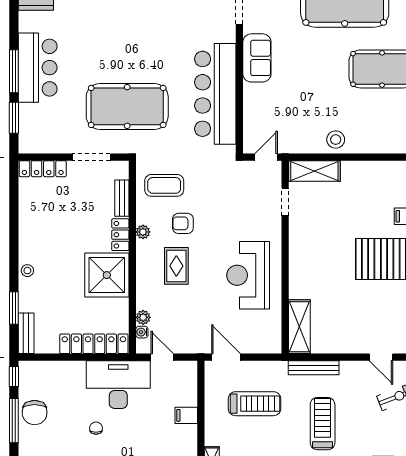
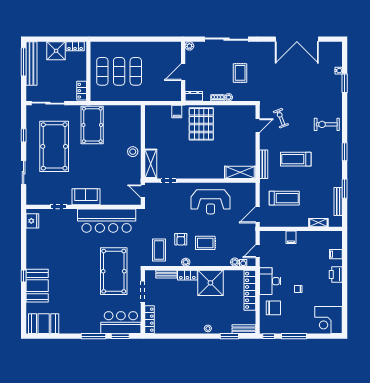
bar counter: (38, 68) -> (121, 323), moved
desk: (118, 385) -> (270, 281), width x0.73, depth x0.77
treadmill: (255, 404) -> (284, 198), turned 90
chair: (35, 413) -> (273, 308), moved

